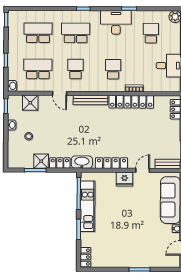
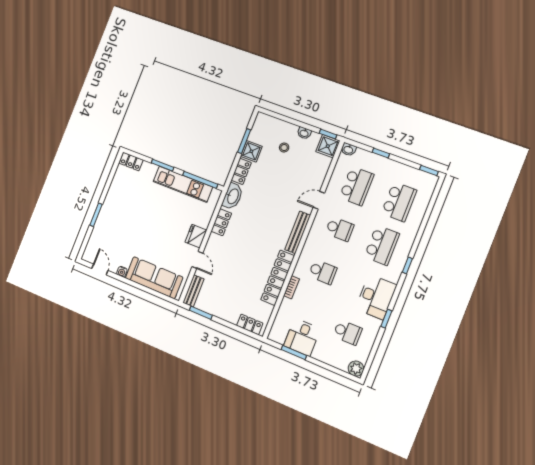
shower: (30, 103) -> (328, 146), moved
locker: (111, 163) -> (221, 222), width x0.66

